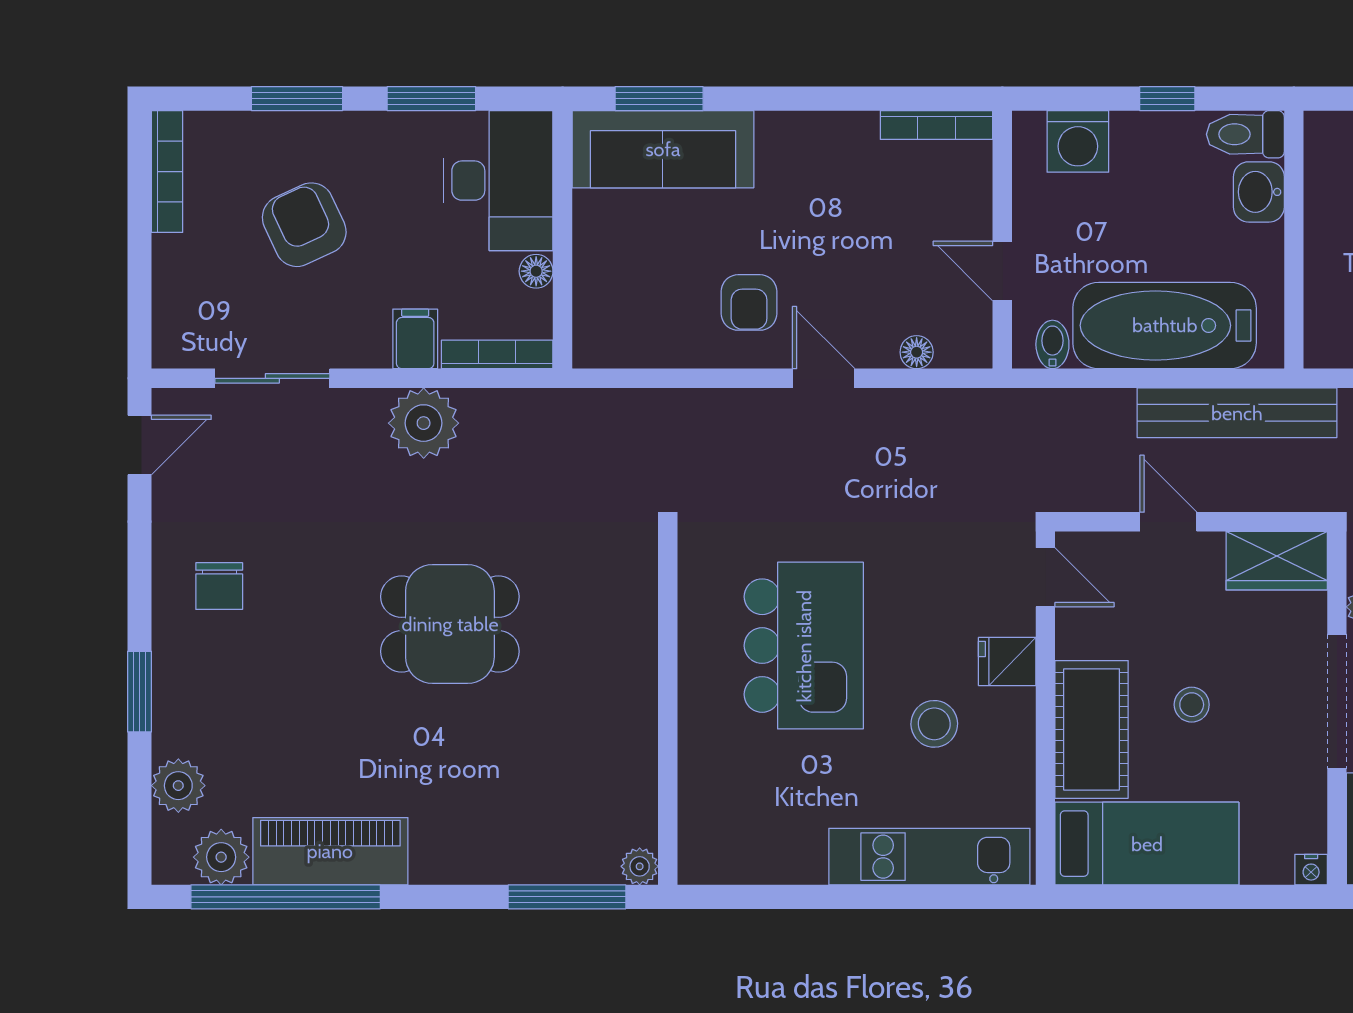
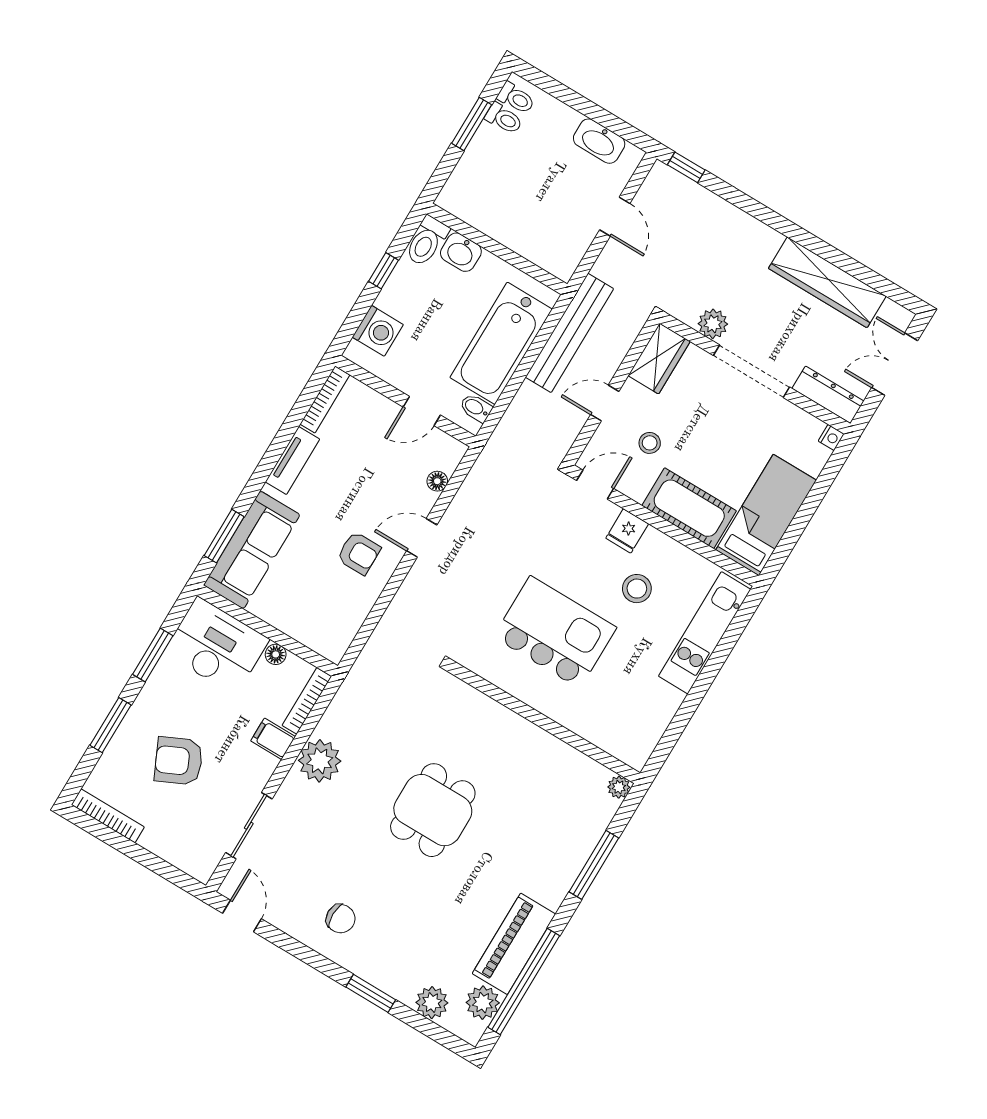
tv unit: (823, 131) -> (292, 461), added
stool: (1192, 705) -> (650, 443), moved
window: (567, 897) -> (594, 865), moved

